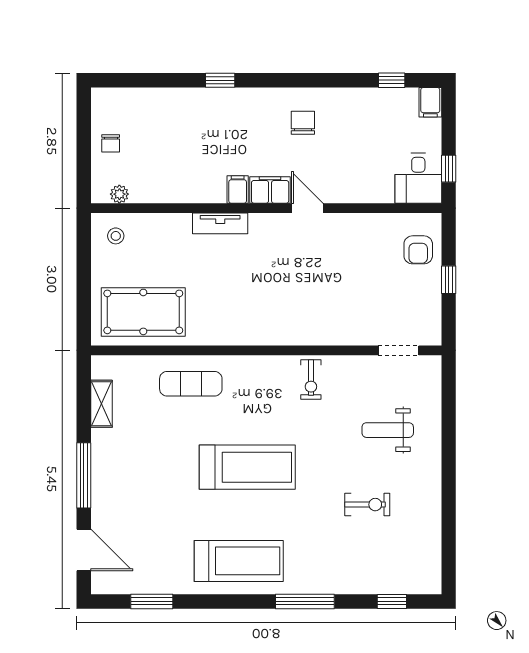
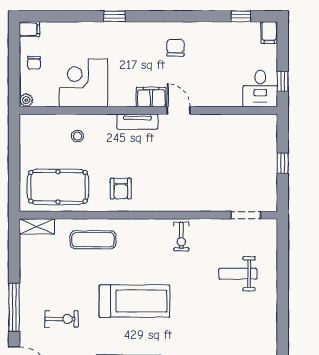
corner desk: (178, 171) -> (83, 83), added
filing cabinet: (238, 190) -> (30, 29), moved, turned 90
plant: (119, 194) -> (26, 100), moved
tv unit: (220, 223) -> (137, 122), moved
stool: (116, 236) -> (77, 136), moved
armchair: (418, 250) -> (121, 189), moved
shelving: (102, 404) -> (37, 226), moved, turned 90
exercise bike: (367, 505) -> (62, 319), moved

